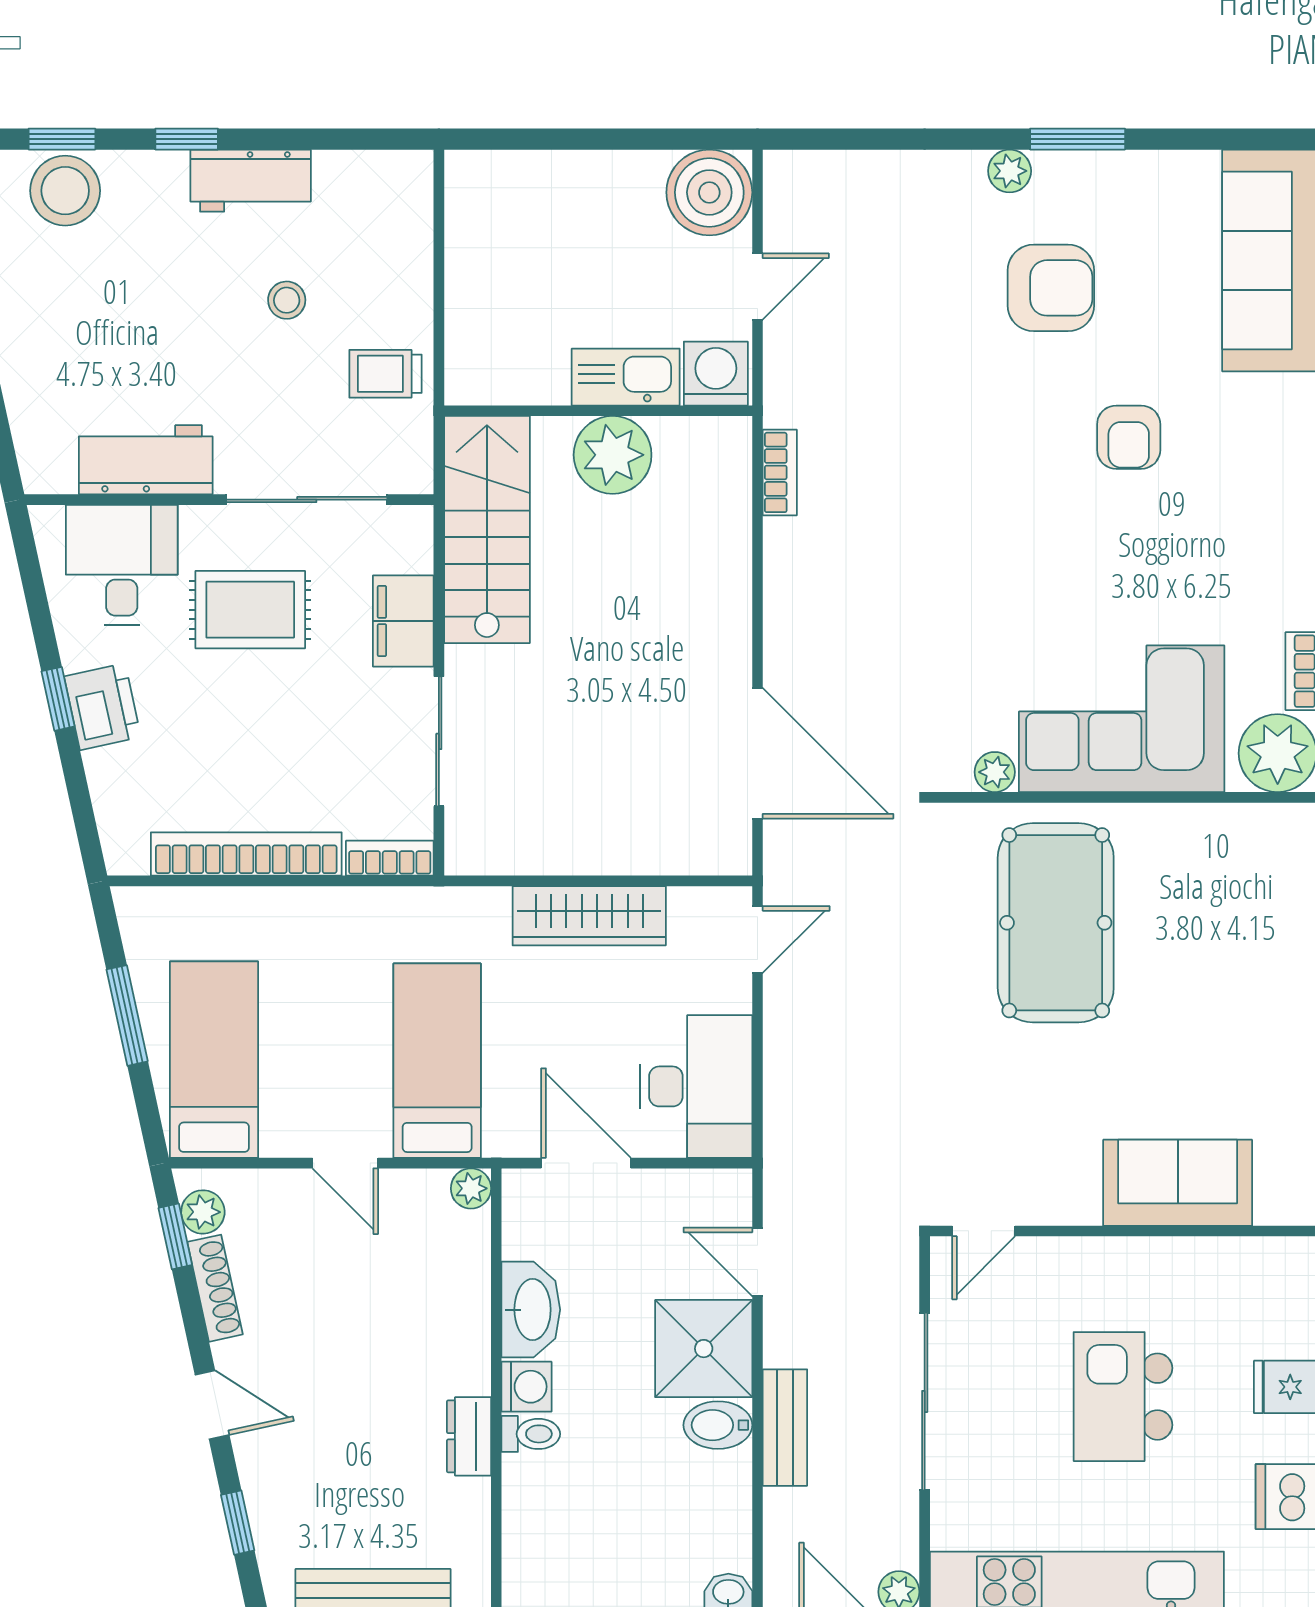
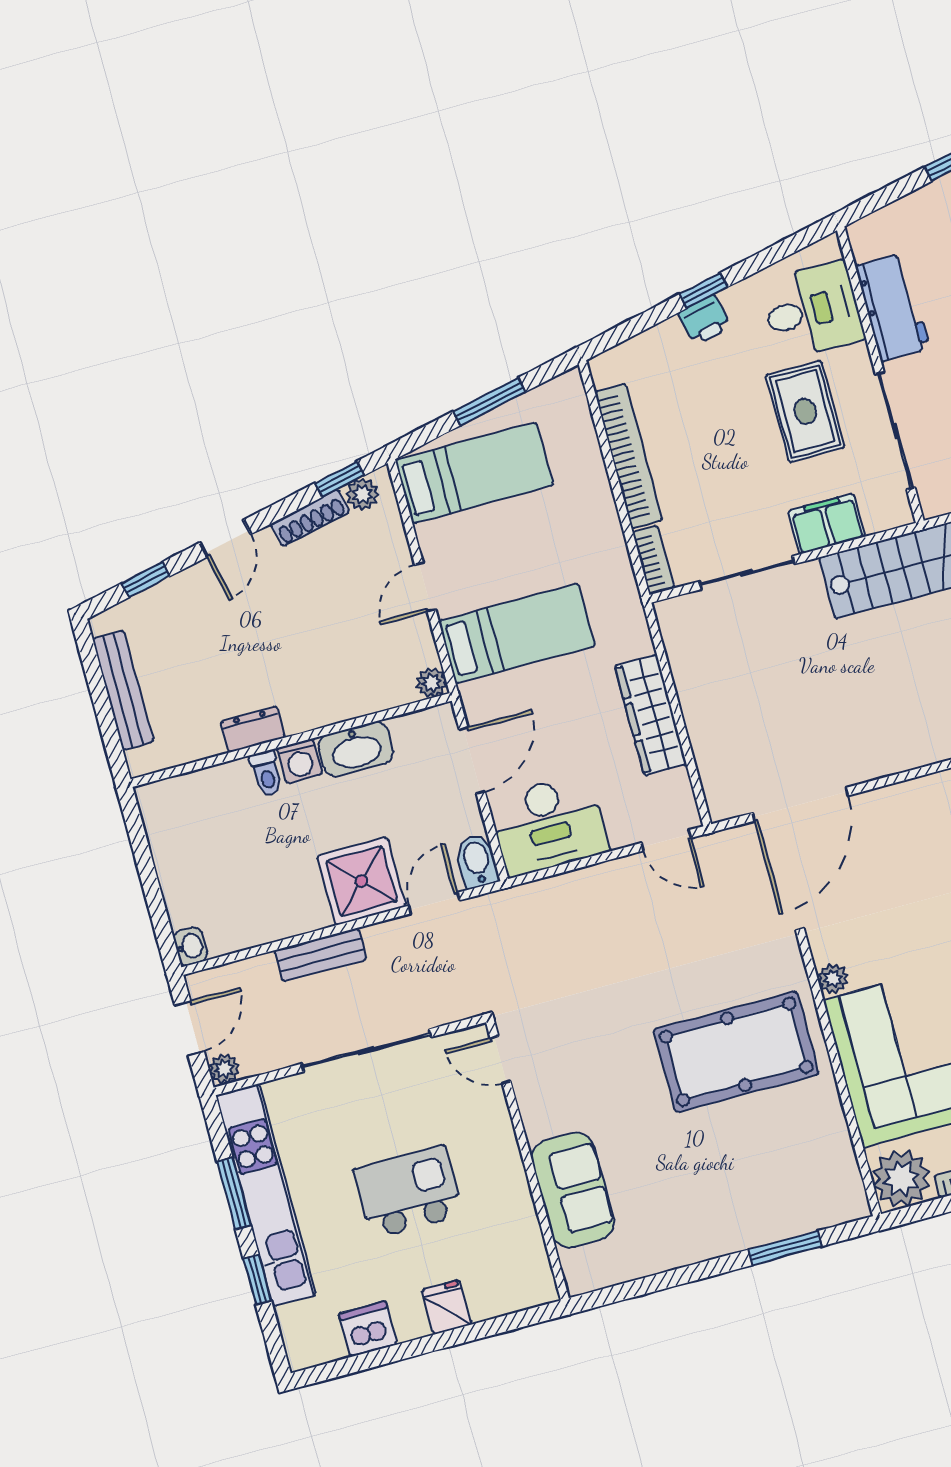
printer: (103, 707) -> (705, 320), width x0.73, depth x0.81
bidet: (718, 1425) -> (477, 861), moved

